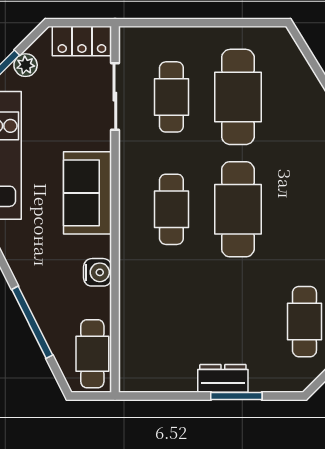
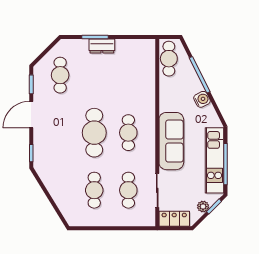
cafe table: (238, 97) -> (94, 190), width x0.73, depth x0.74
sofa: (88, 193) -> (171, 141), width x1.36
water cooler: (98, 272) -> (202, 99), moved, turned 153

